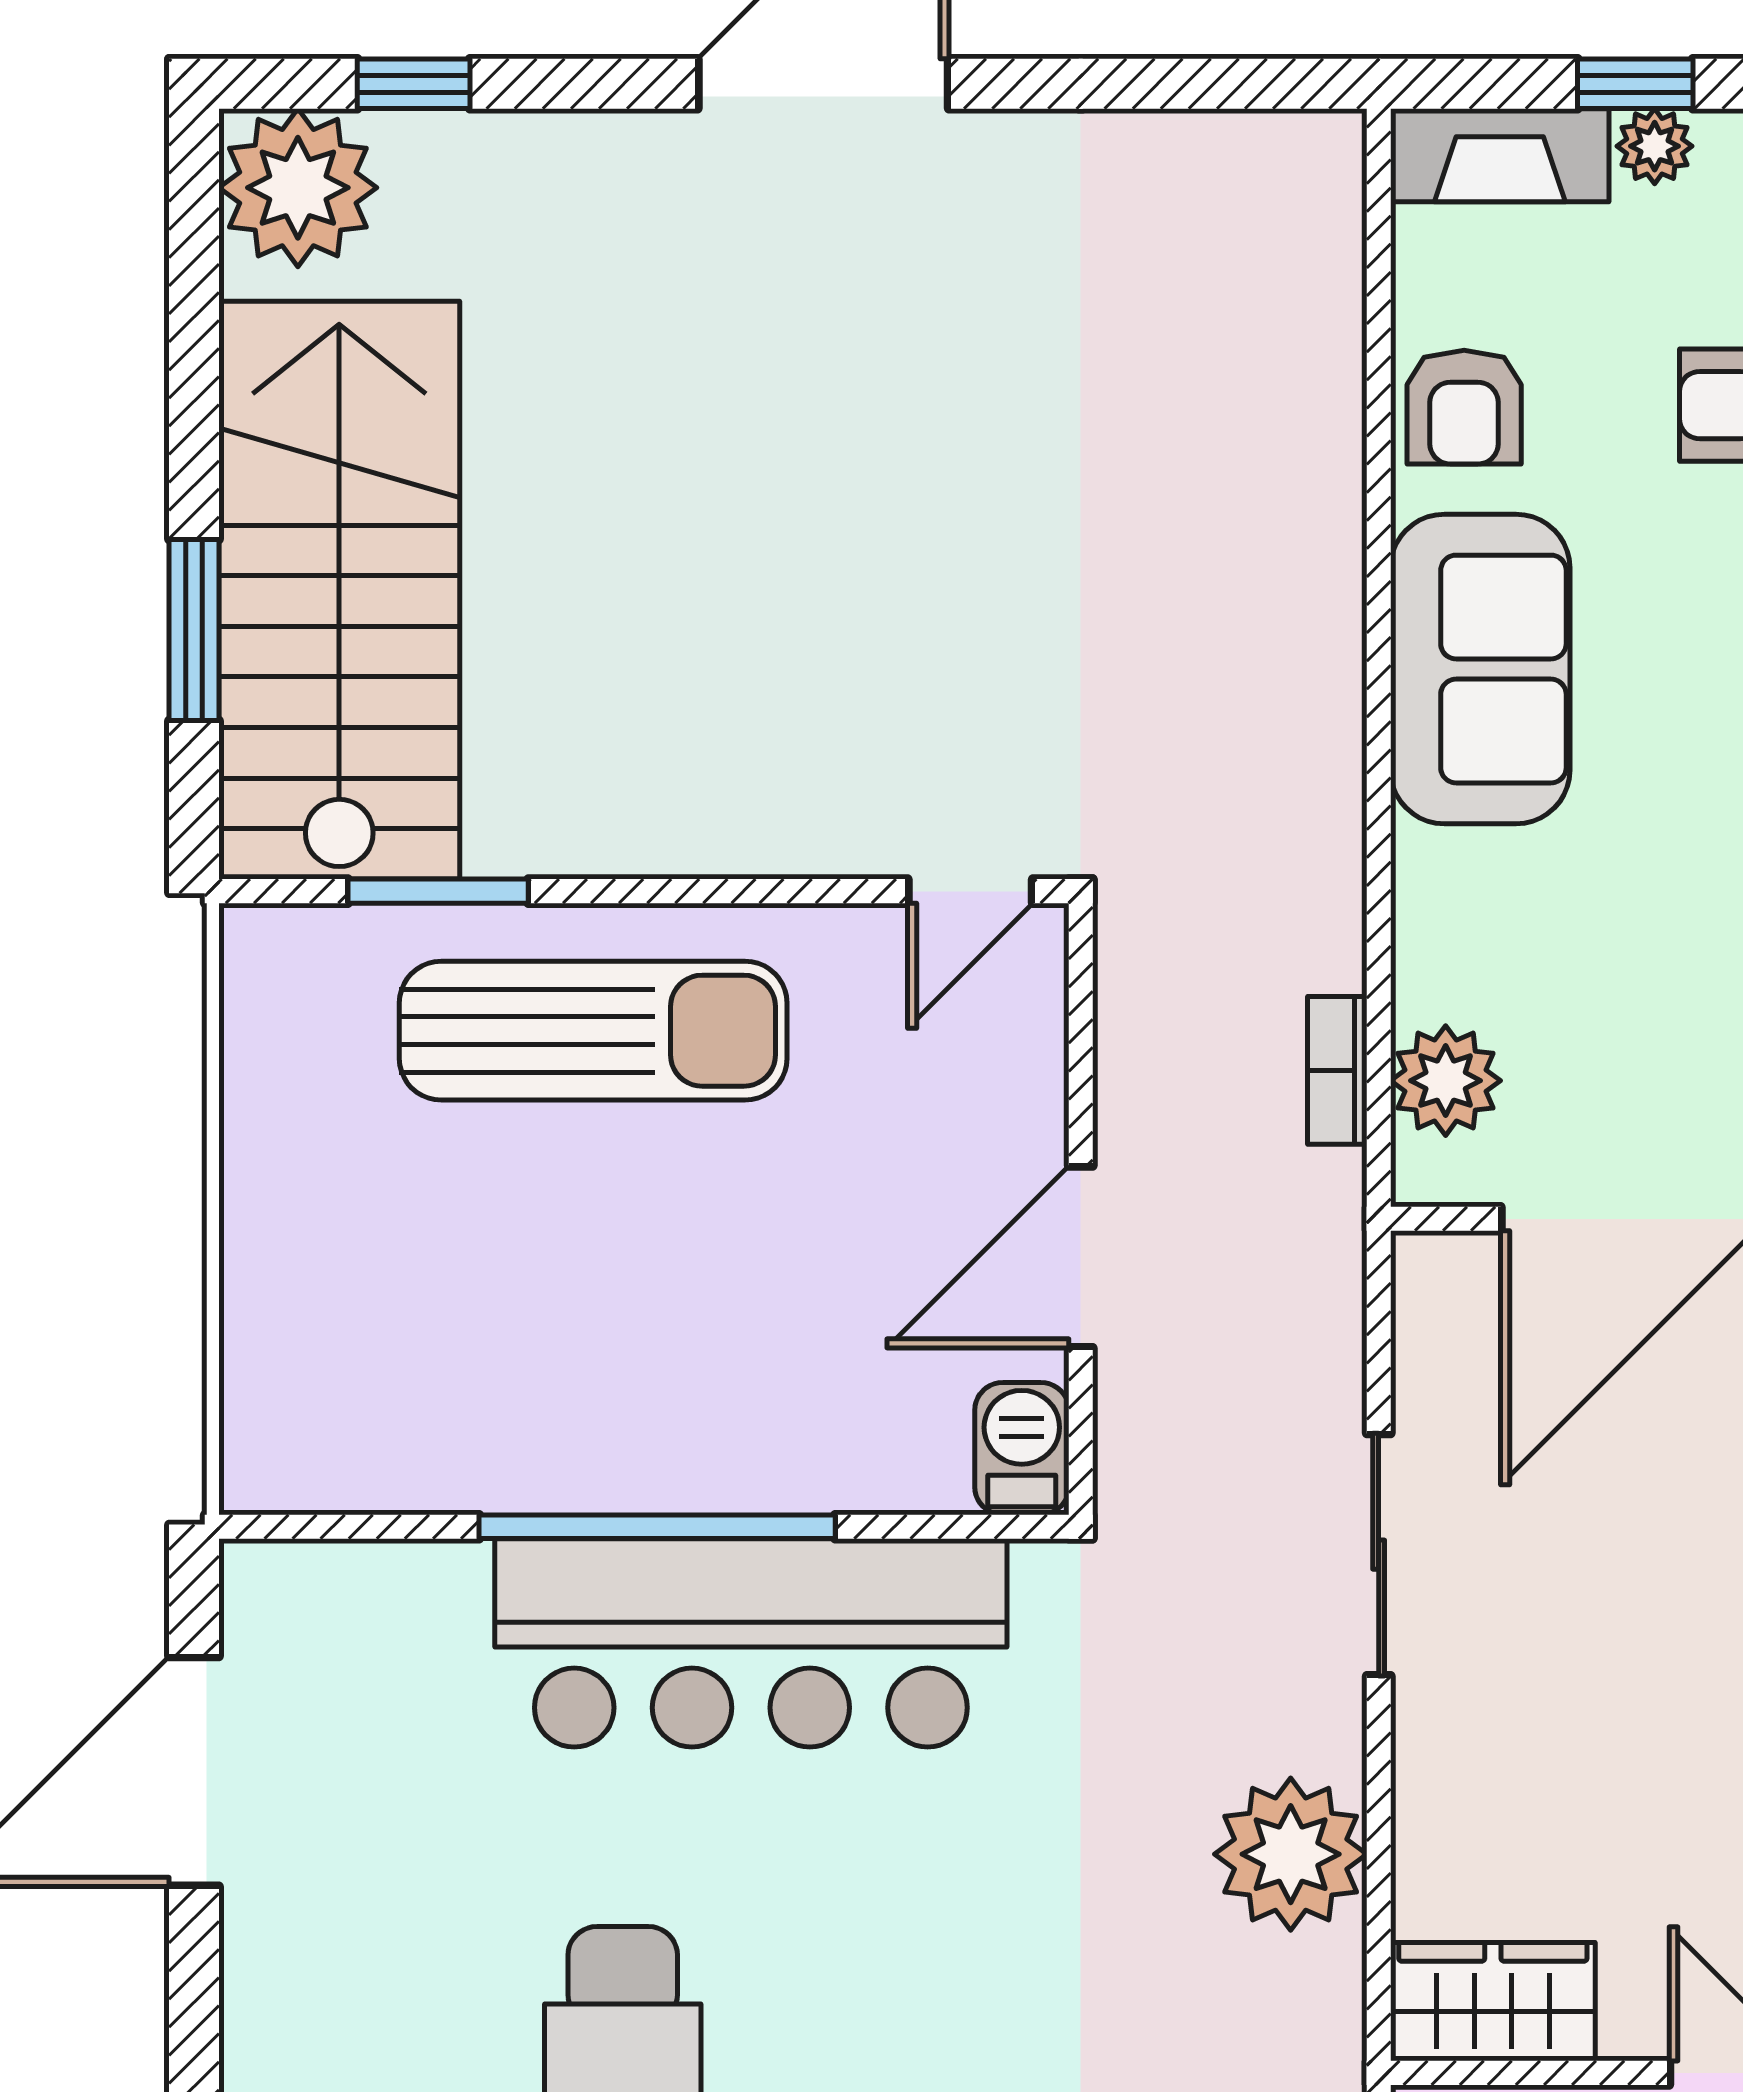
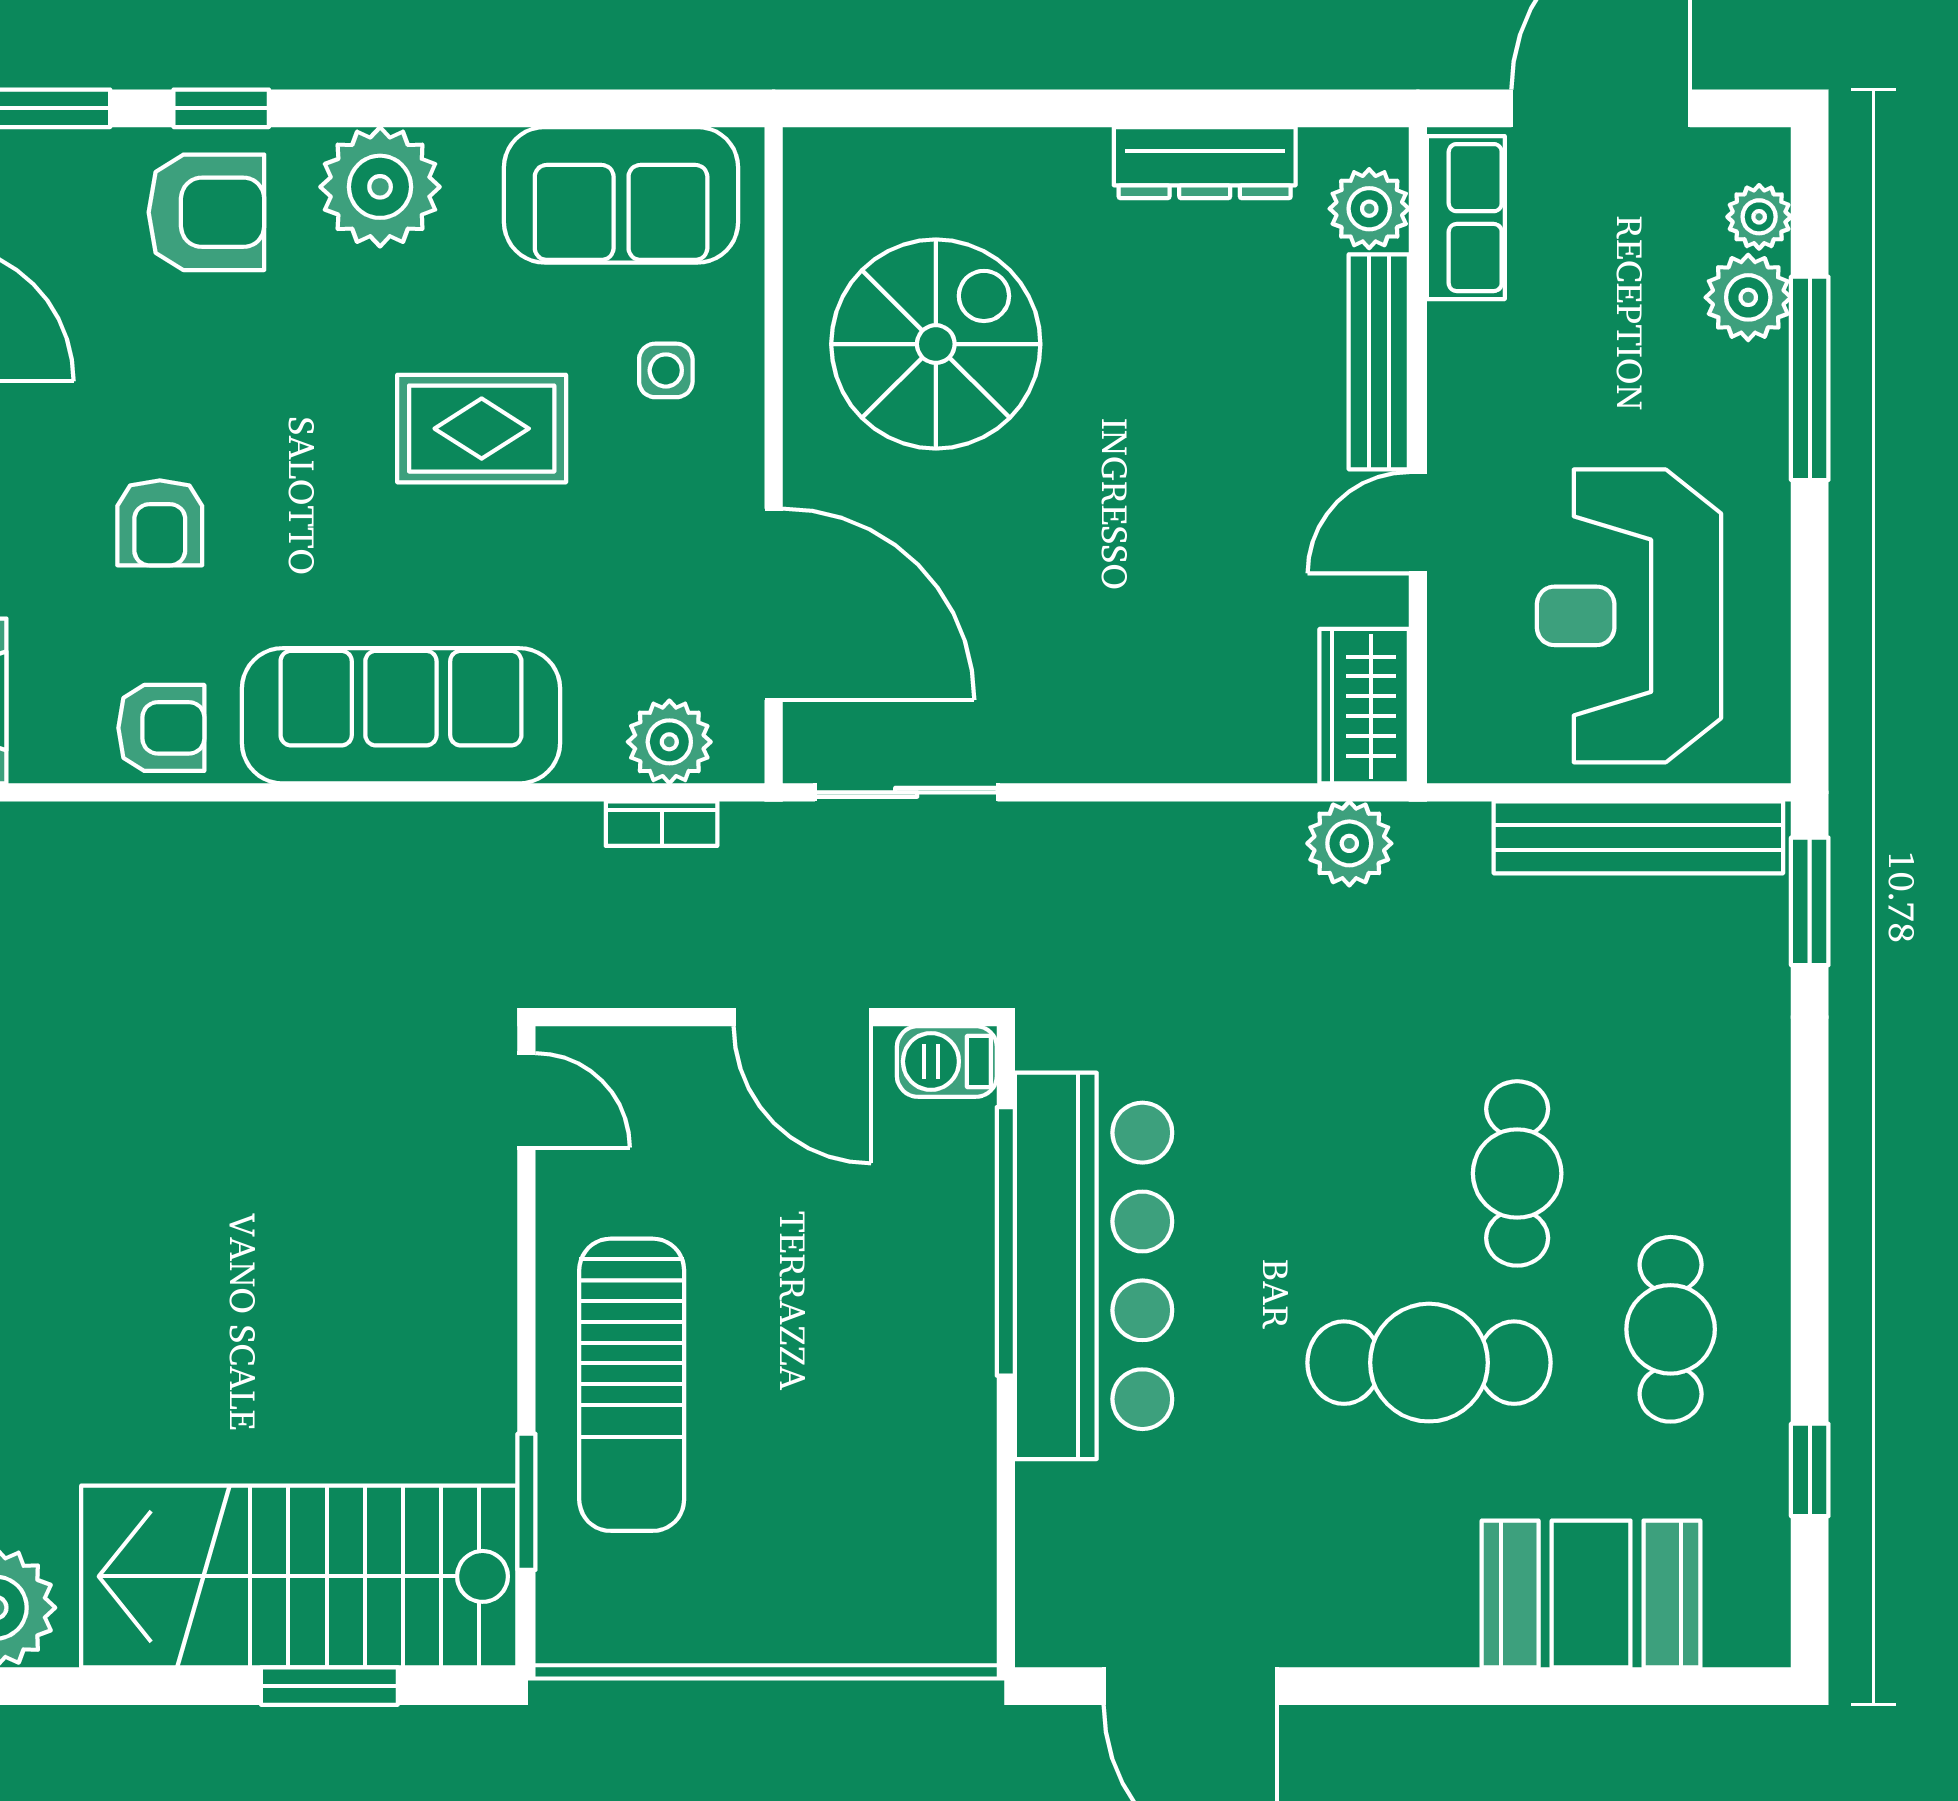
sofa: (1480, 669) -> (401, 716), width x1.36
sun lounger: (593, 1031) -> (632, 1385), turned 180
window: (657, 1527) -> (1006, 1241), moved
sliding door: (1379, 1555) -> (906, 792), moved
plant: (1291, 1854) -> (1349, 843), moved, width x0.73, depth x0.73

